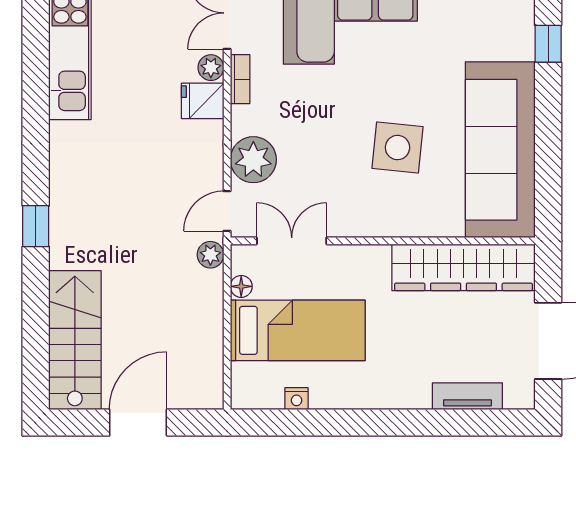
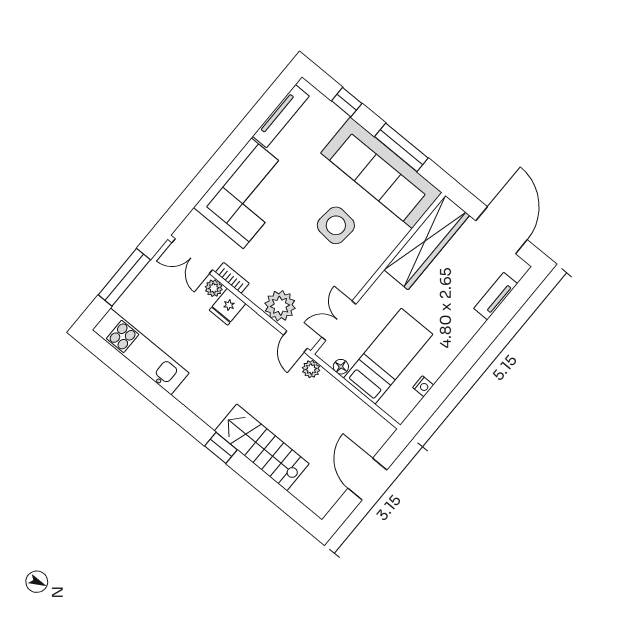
window: (548, 149) -> (401, 147), added
stairs: (75, 340) -> (262, 447), moved

